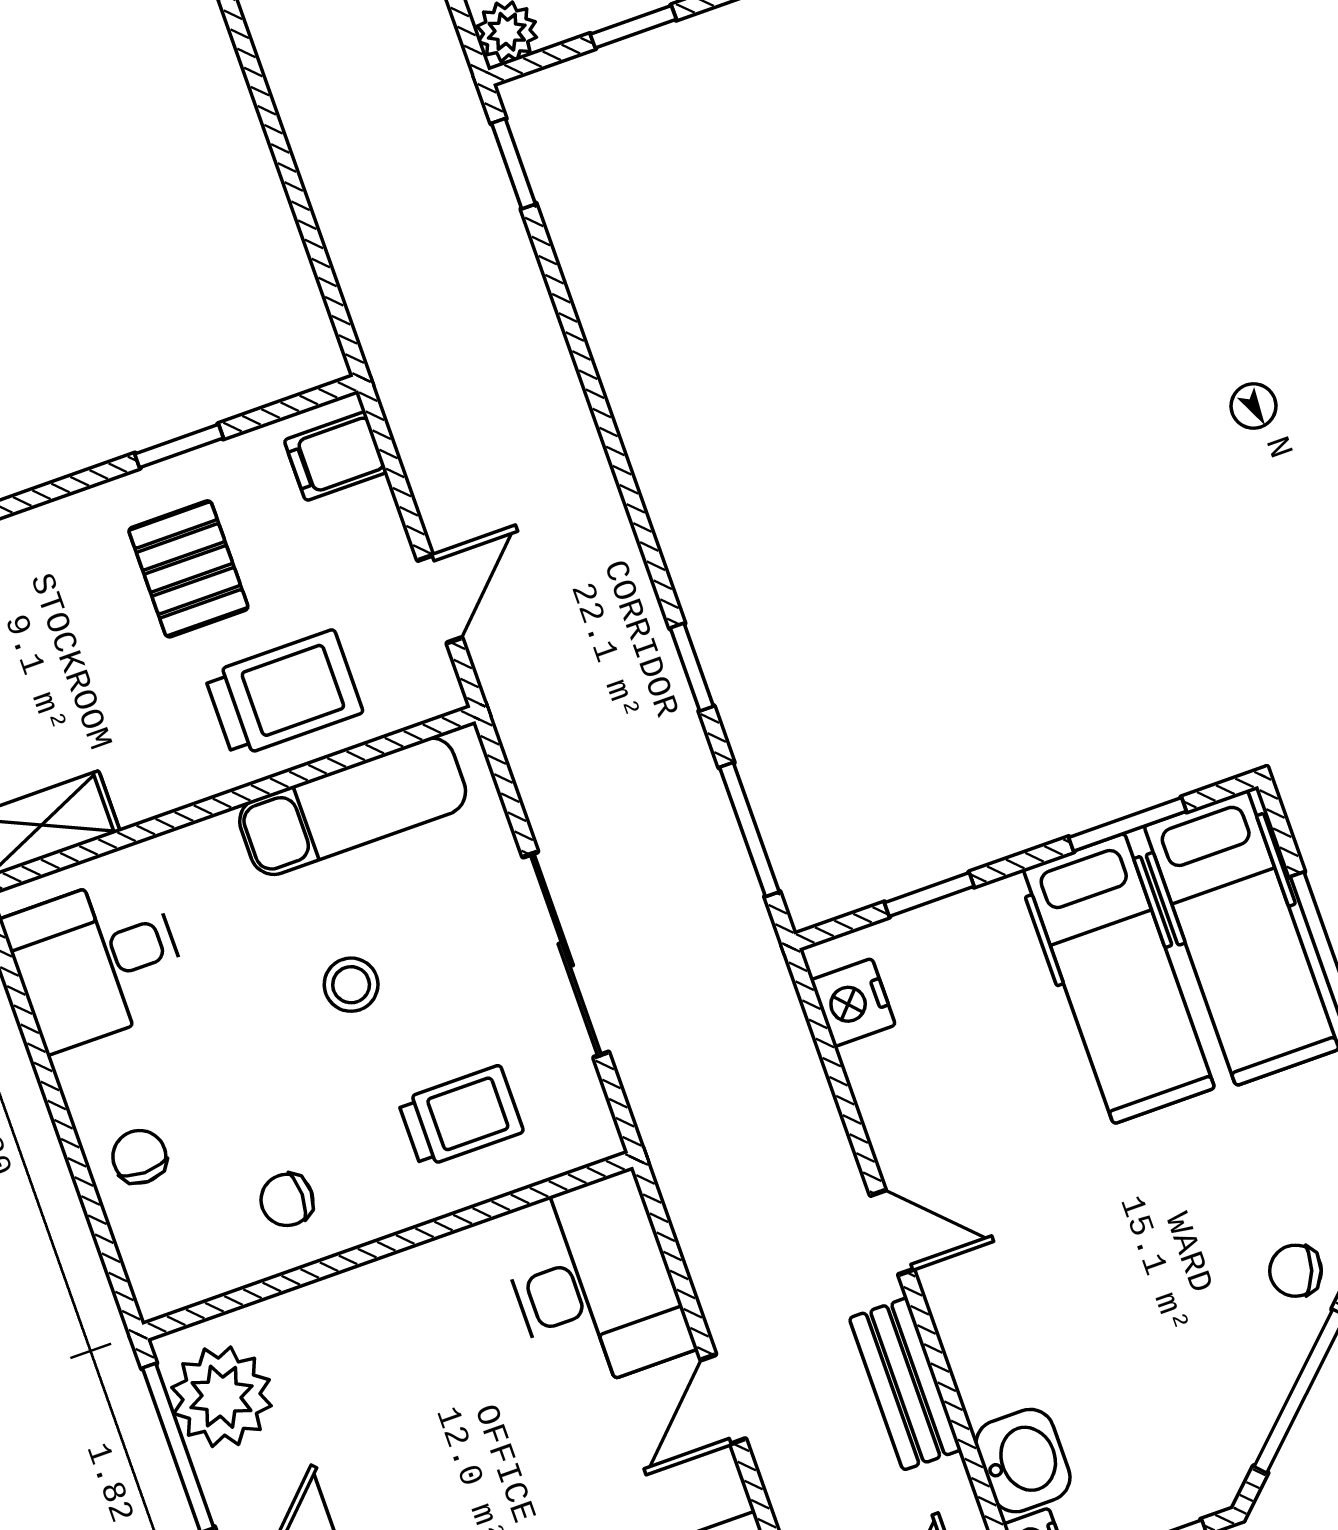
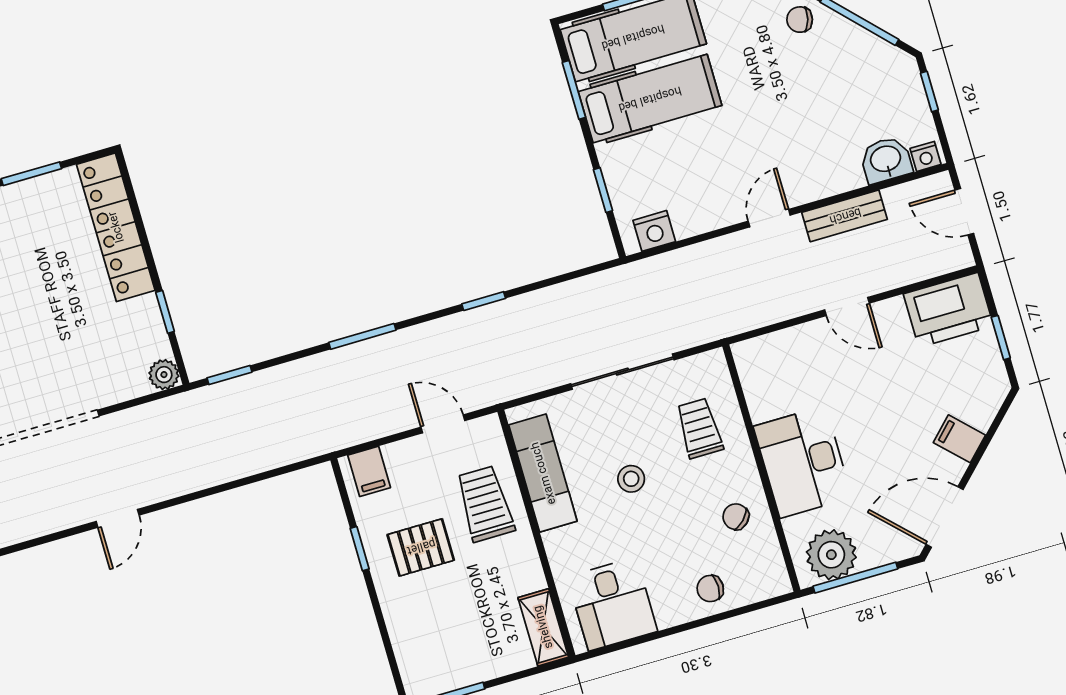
window: (749, 830) -> (362, 336), moved
chair: (287, 1200) -> (736, 517), turned 135
chair: (1296, 1271) -> (800, 20), turned 86
desk: (594, 1283) -> (803, 462), moved, turned -90

